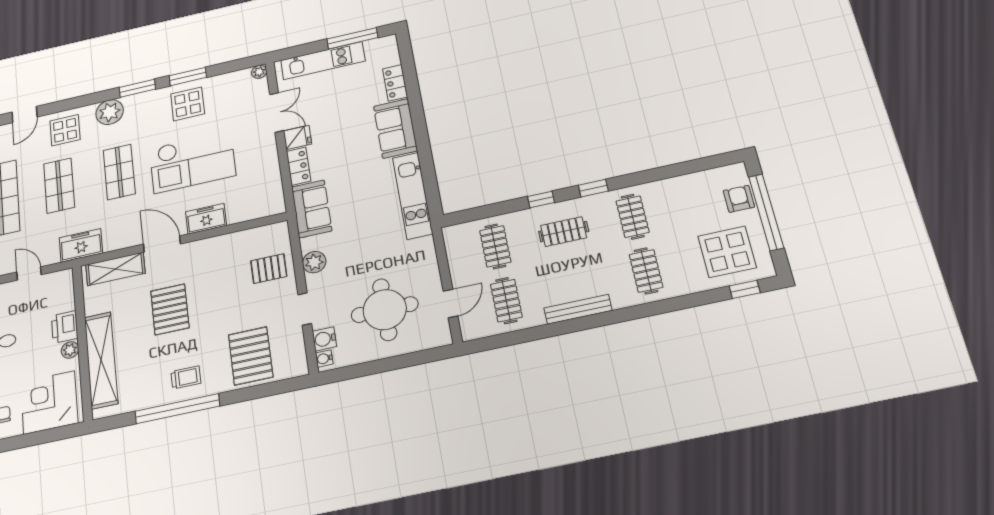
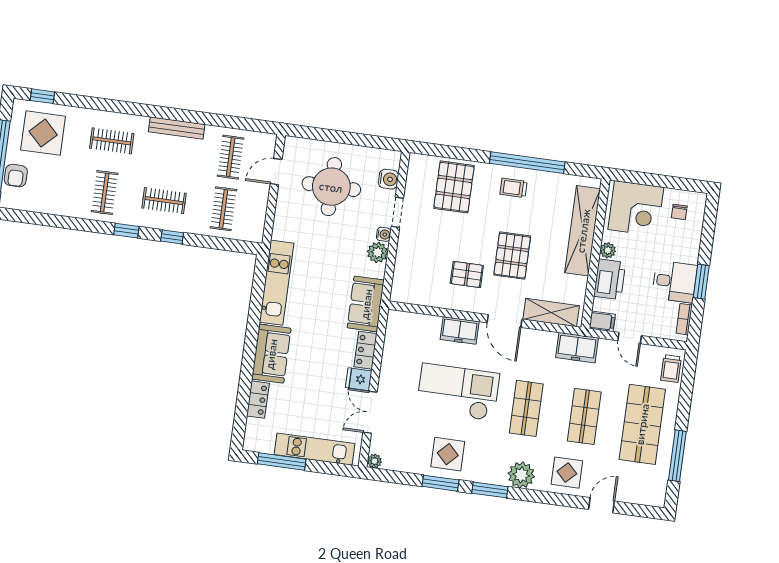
pallet: (269, 269) -> (467, 274), moved
clothes rail: (646, 271) -> (112, 141), turned 90
filing cabinet: (61, 279) -> (602, 321), added
printer: (65, 327) -> (610, 279), width x1.37, depth x1.19
water cooler: (324, 359) -> (384, 234), moved

